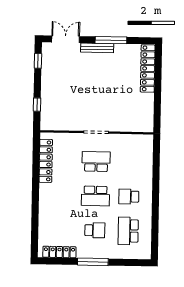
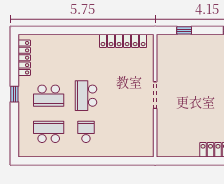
school desk: (96, 162) -> (123, 96), removed
school desk: (95, 230) -> (49, 96), width x1.85
window: (93, 262) -> (14, 94), width x0.46

